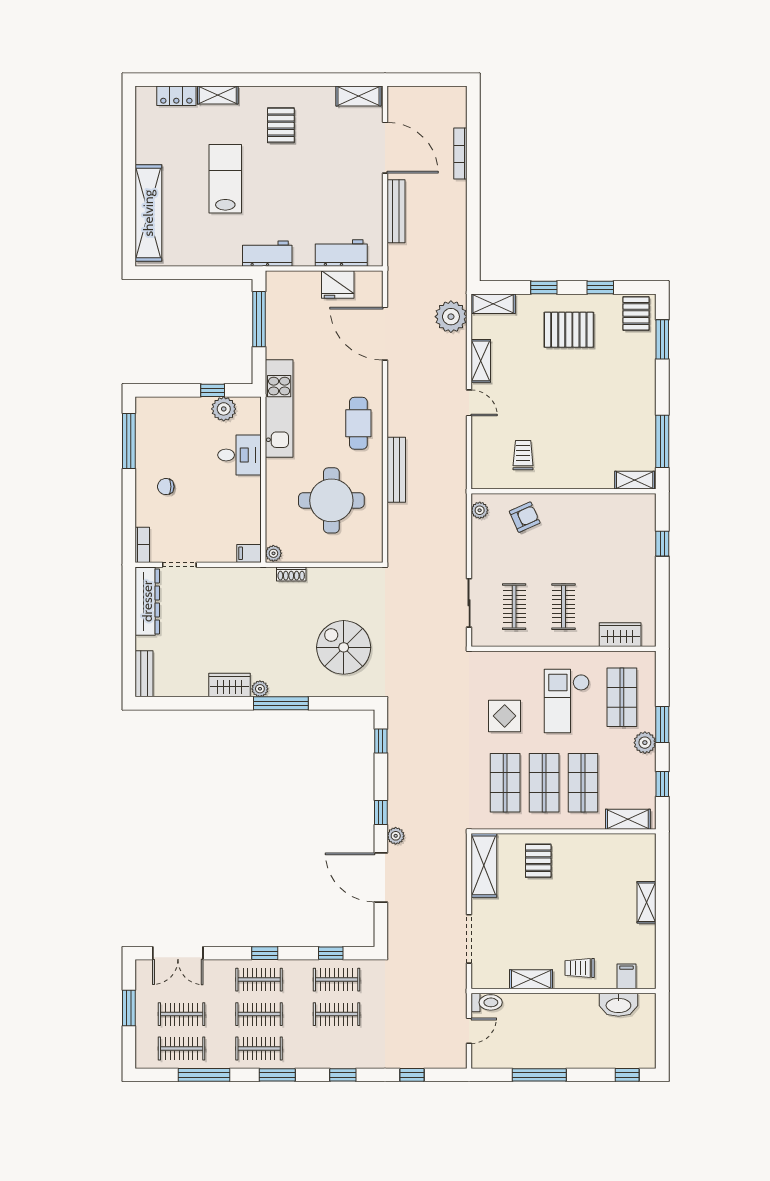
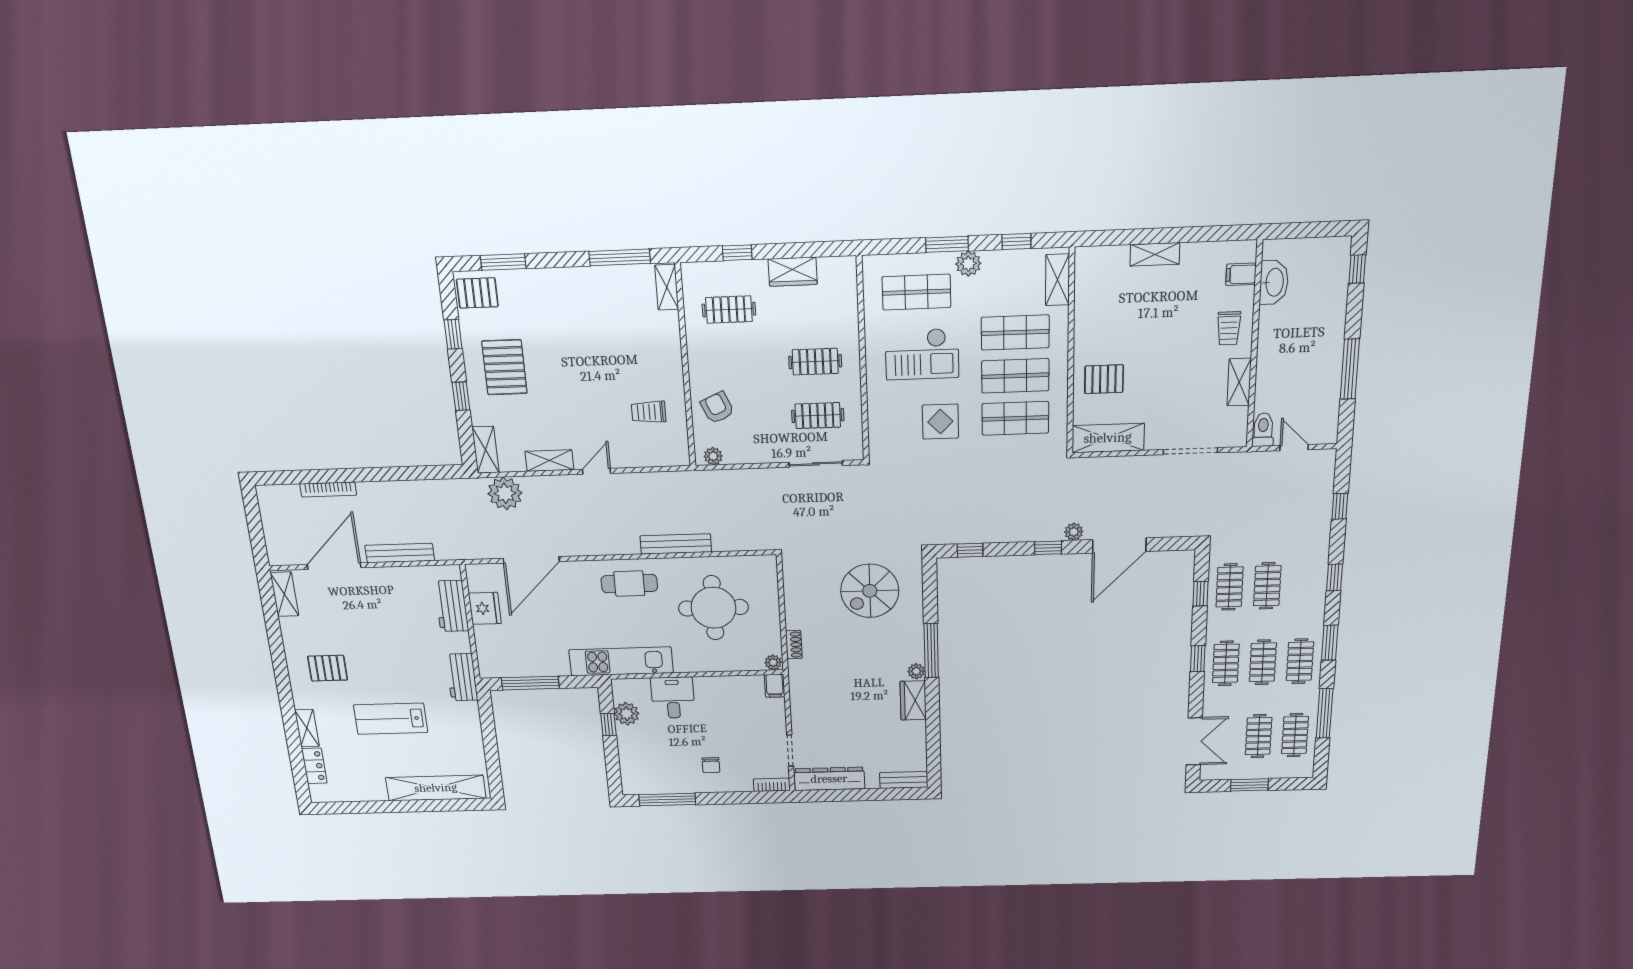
clothes rail: (613, 533) -> (729, 310), added
wardrobe: (620, 635) -> (793, 272), moved, turned -90

